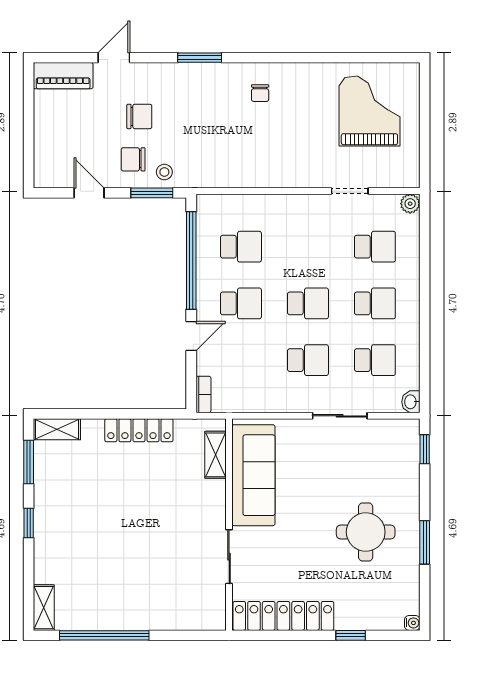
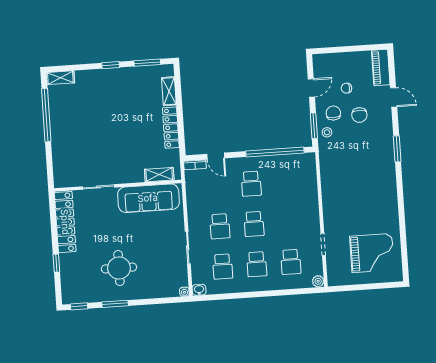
chair: (260, 93) -> (346, 88), moved
school desk: (241, 247) -> (285, 181), removed
door: (191, 336) -> (216, 156), moved
shelving: (57, 429) -> (169, 91), moved
window: (425, 449) -> (79, 306), moved
water cooler: (412, 623) -> (184, 292), moved

